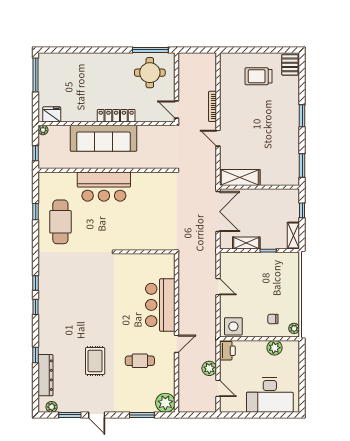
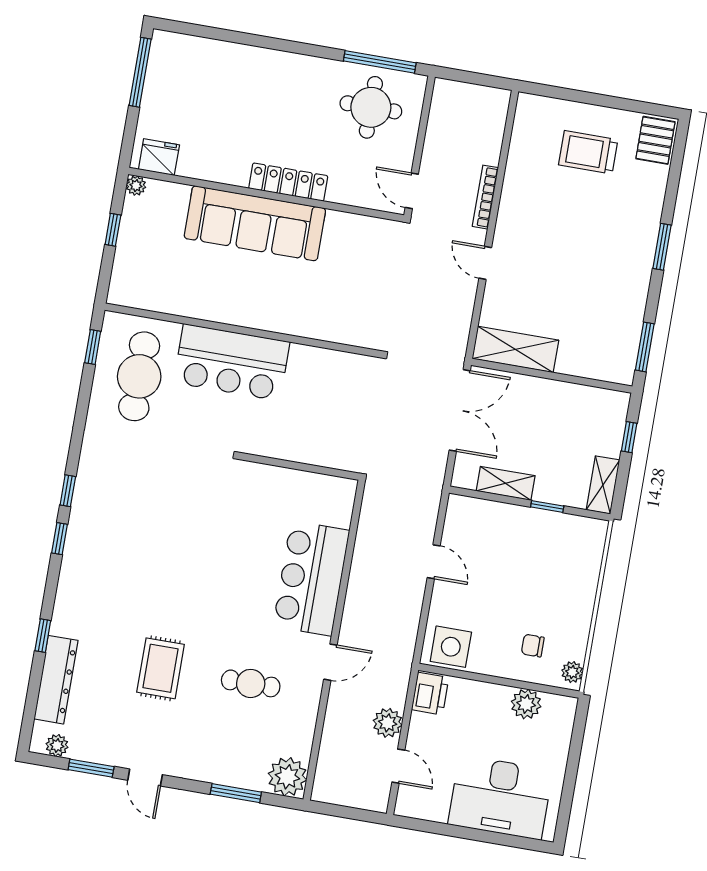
wall: (107, 170) -> (243, 330), moved
bar counter: (104, 187) -> (232, 362), moved

